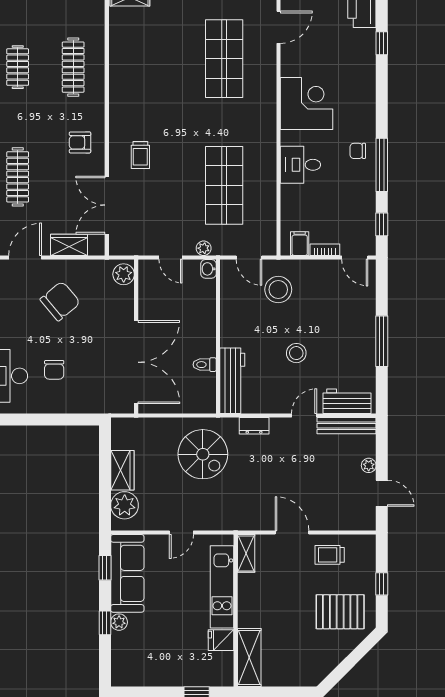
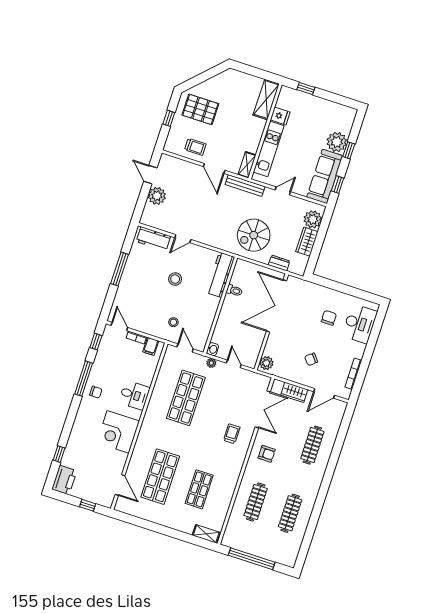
door: (278, 27) -> (120, 485), swing flipped
shop shelf: (161, 59) -> (199, 489), added
clothes rail: (18, 67) -> (290, 513), width x1.36
stool: (278, 290) -> (173, 322), width x0.53, depth x0.53
chair: (60, 301) -> (311, 359), width x0.54, depth x0.54
dresser: (254, 426) -> (279, 263), moved
bench: (347, 426) -> (245, 186), moved
spiral stairs: (203, 454) -> (254, 235), turned -90
plant: (369, 465) -> (157, 196), width x1.88, depth x1.88
plant: (119, 622) -> (337, 142), width x1.88, depth x1.88

